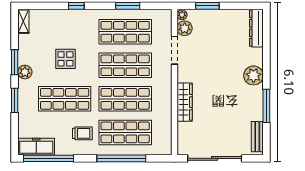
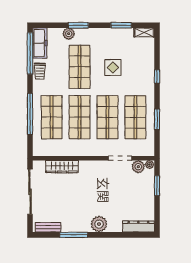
window: (15, 62) -> (121, 25), moved
plant: (25, 72) -> (69, 34), moved
wardrobe: (185, 102) -> (62, 167), moved
trolley: (82, 133) -> (40, 71), moved

